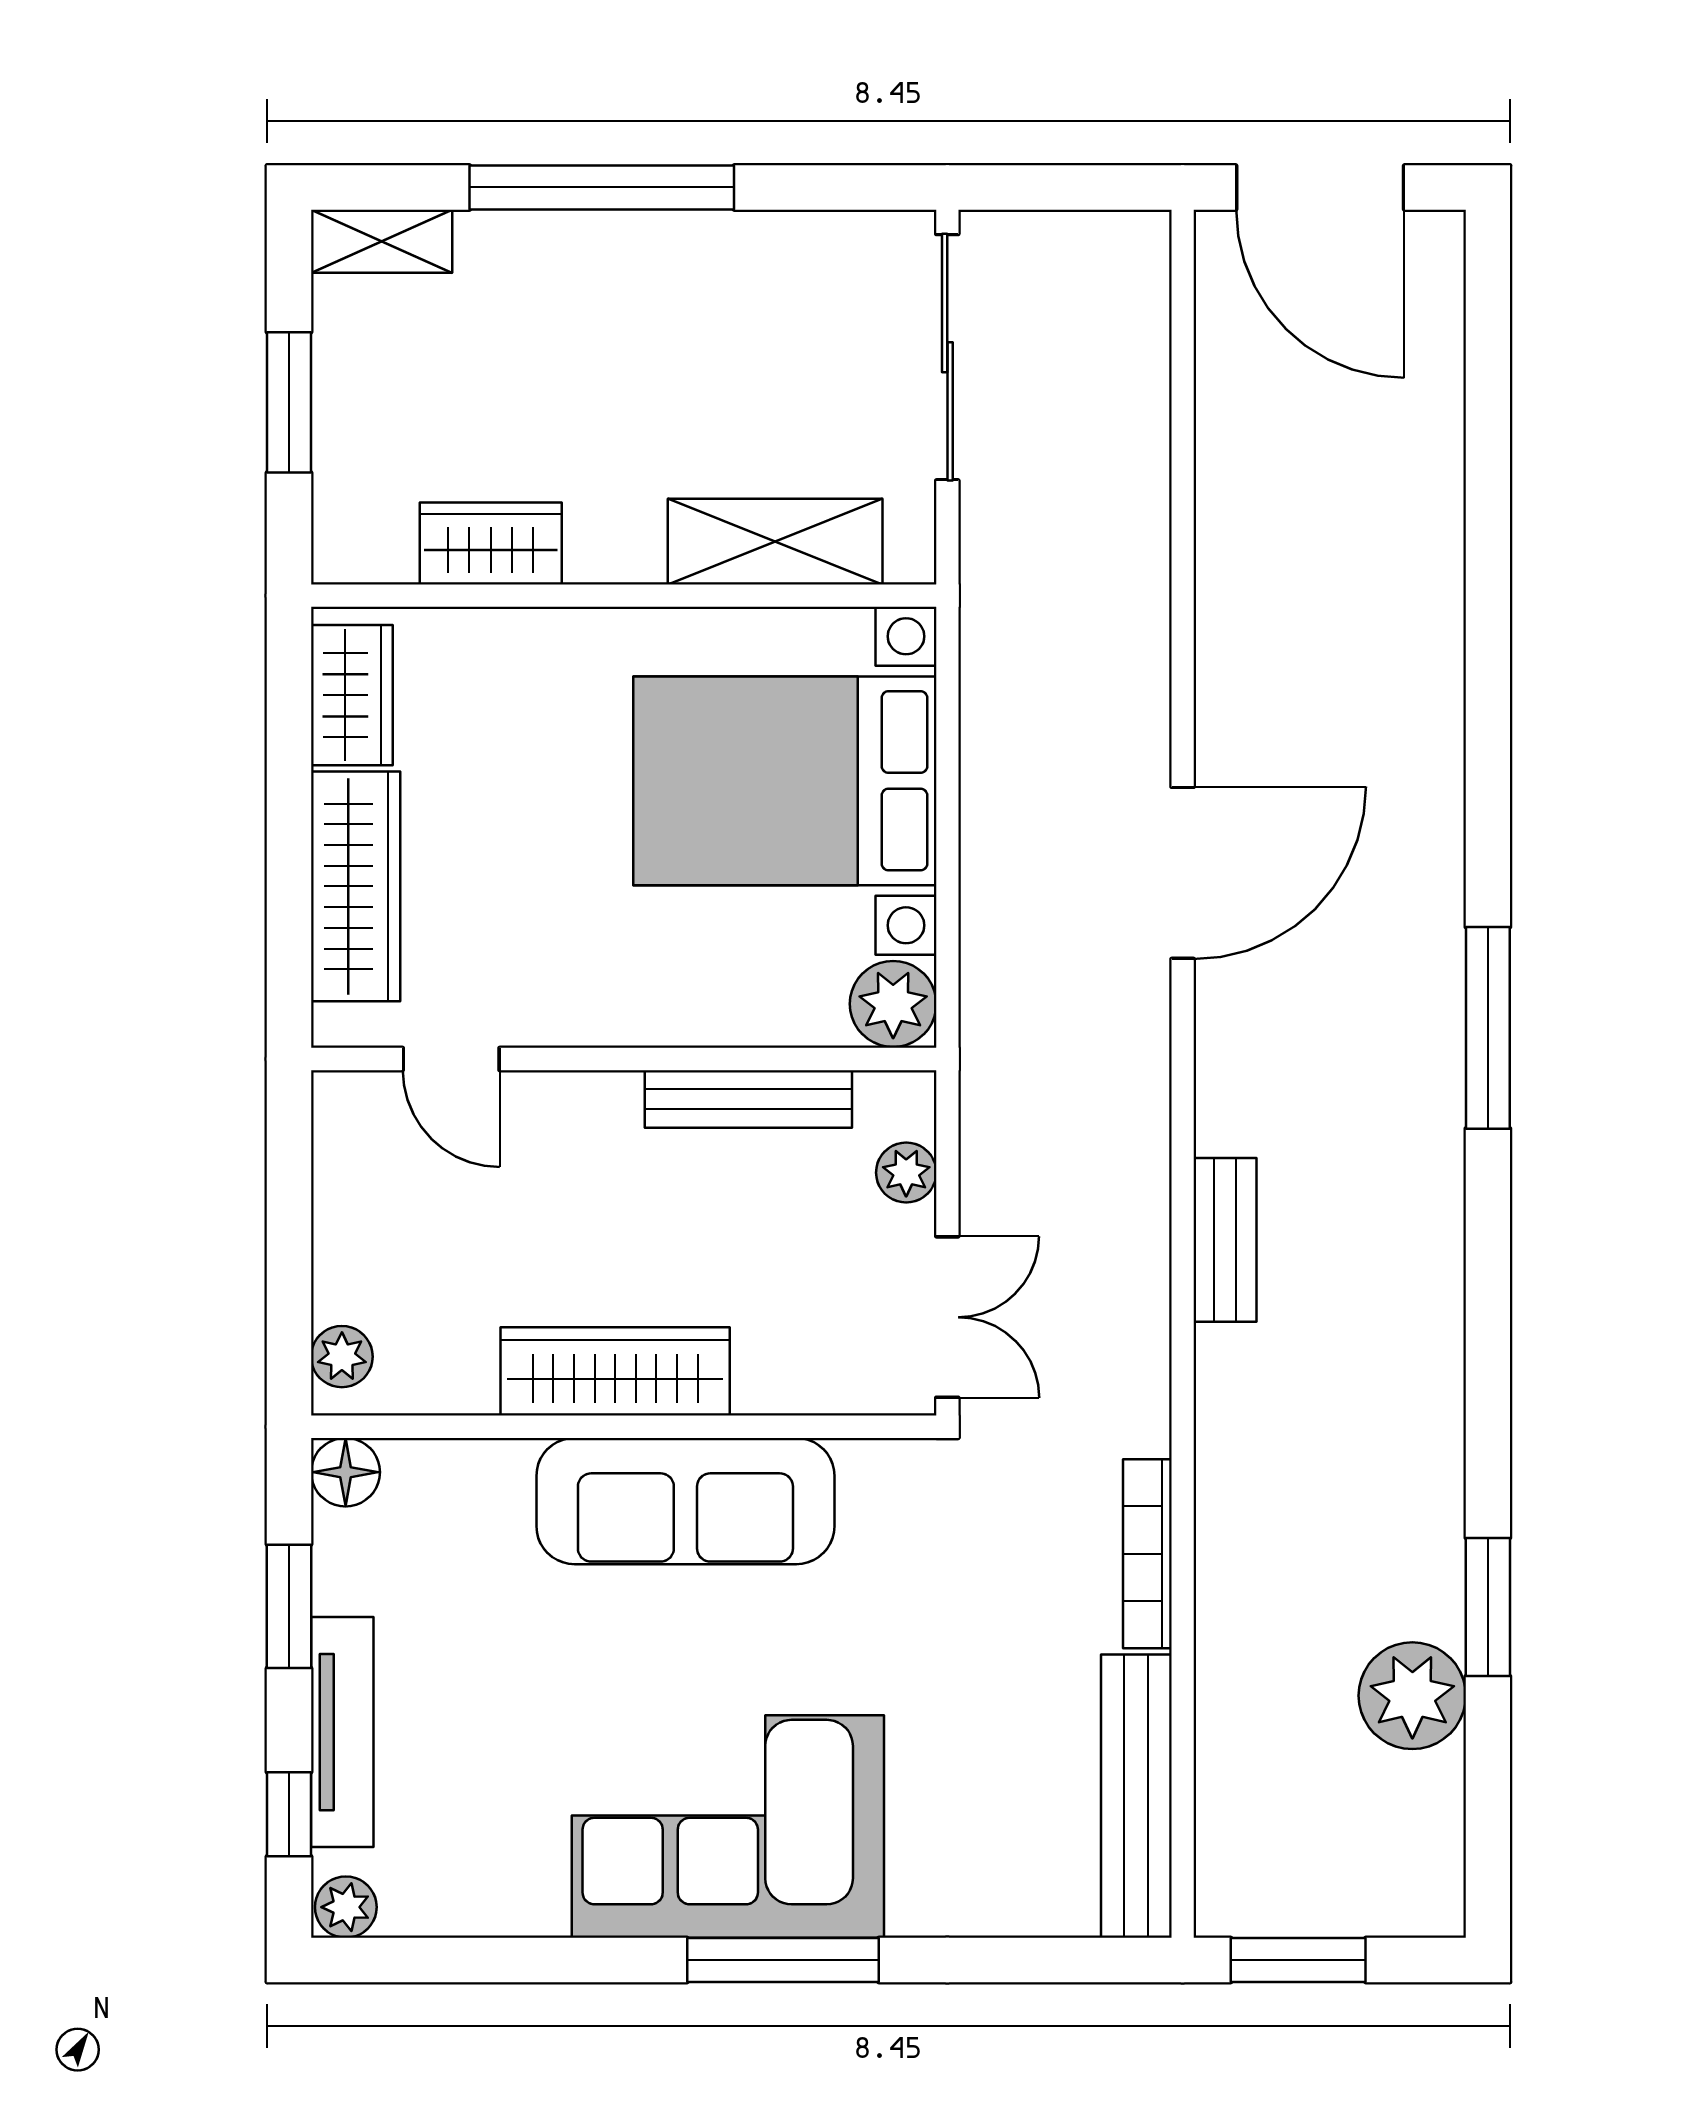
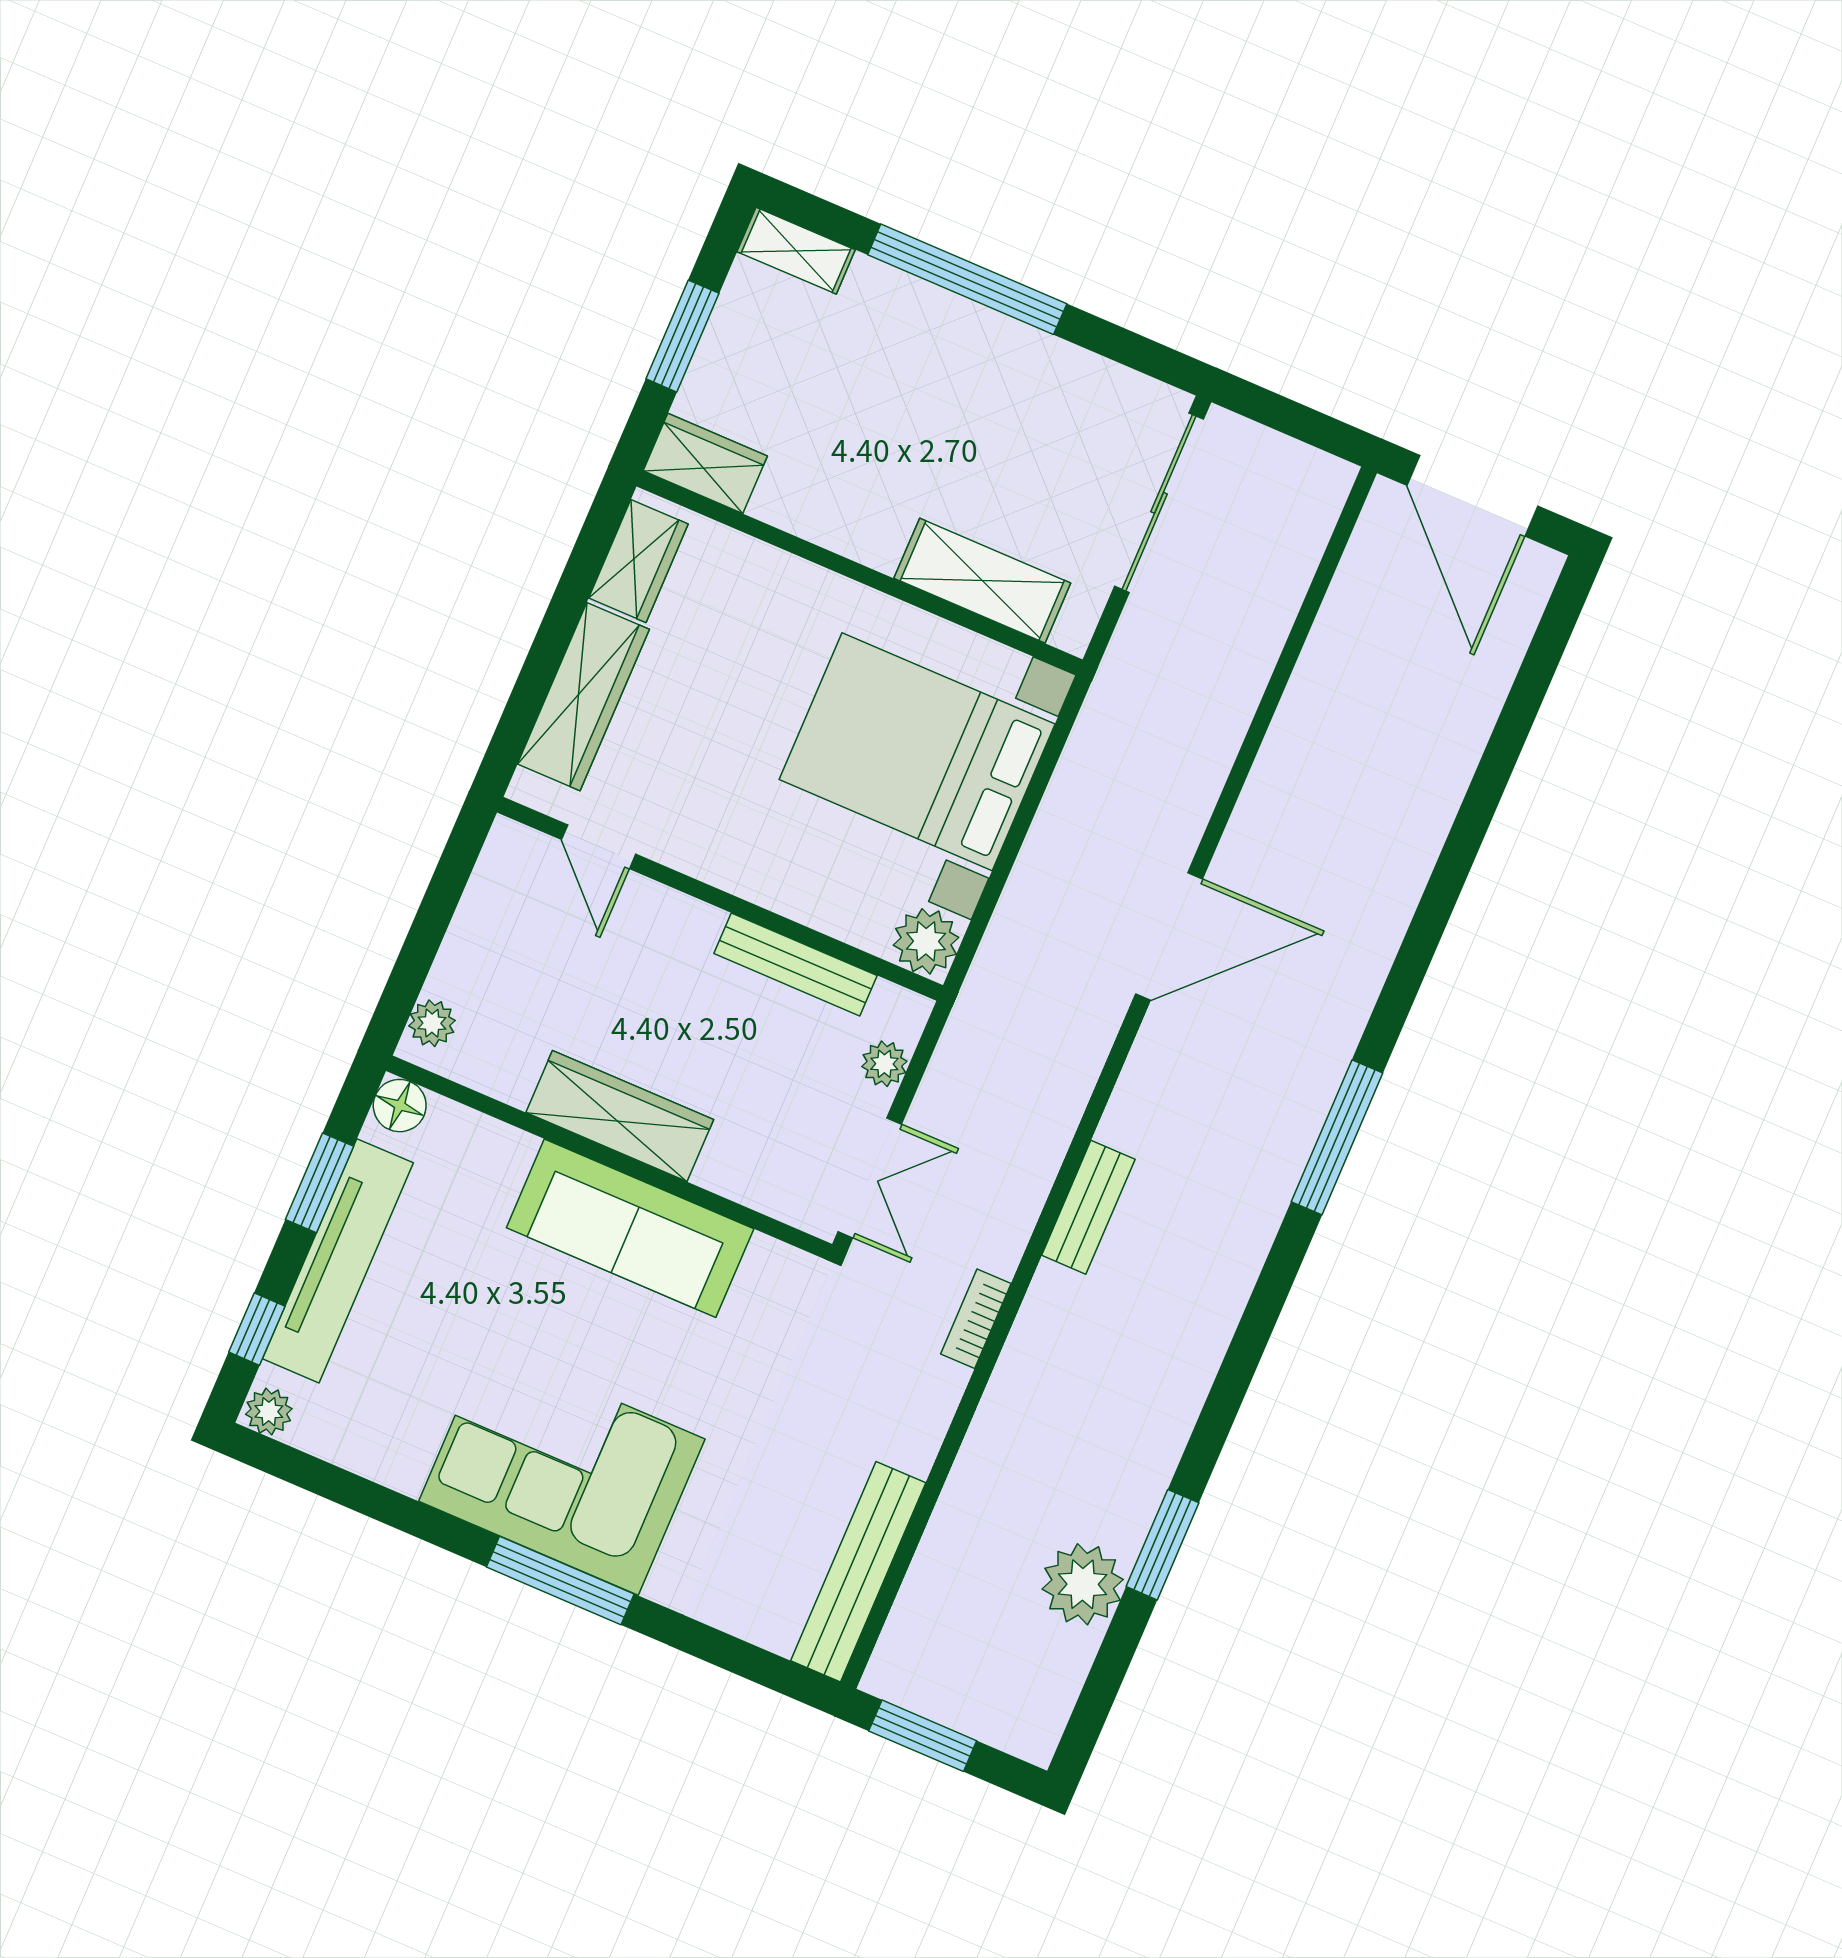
wardrobe: (491, 544) -> (705, 463), moved
bookcase: (1147, 1554) -> (976, 1319), moved, width x0.64
tv unit: (342, 1732) -> (338, 1261), width x1.36, depth x1.29

